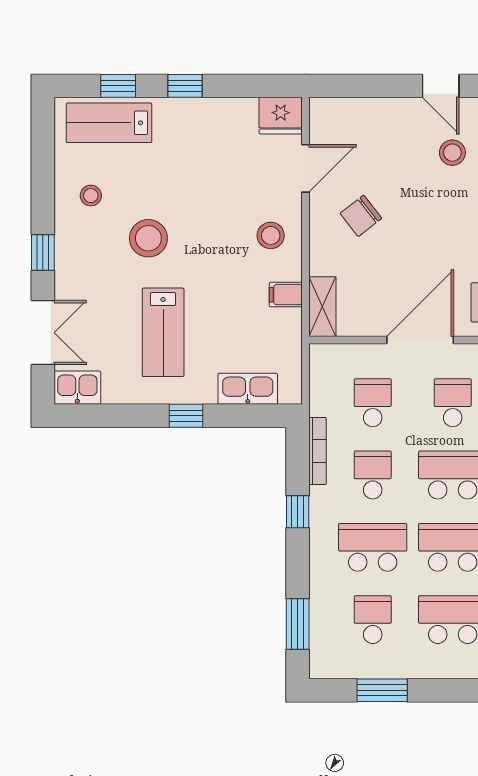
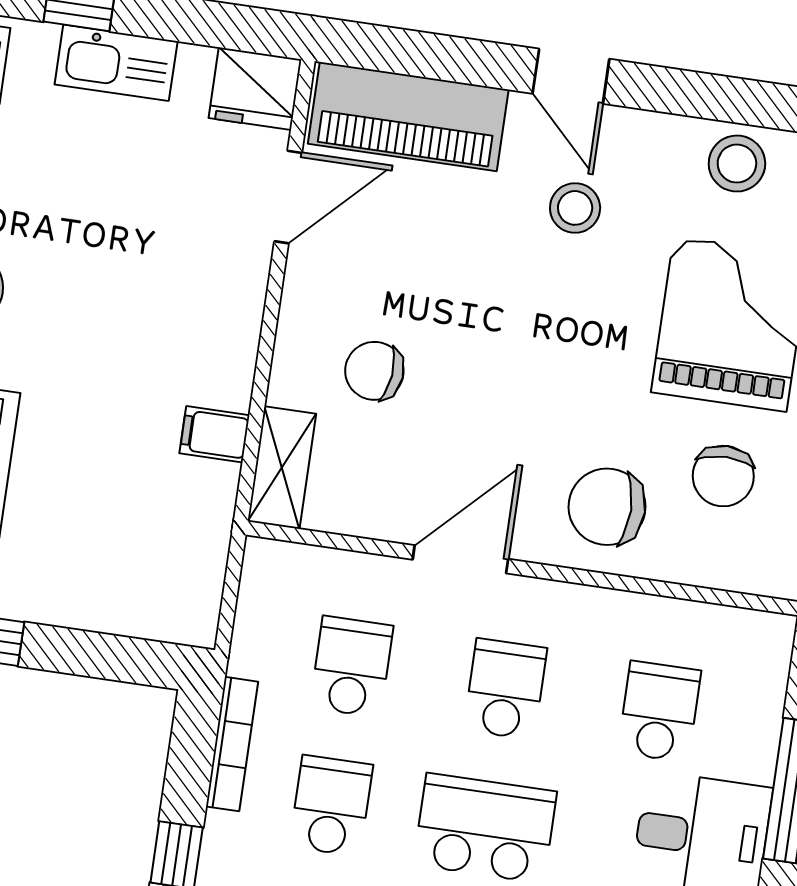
piano: (361, 118) -> (408, 117), added
chair: (361, 216) -> (374, 371), moved, turned 44
stool: (271, 235) -> (202, 316), removed
door: (420, 340) -> (460, 559), width x0.73
kitchen sink: (248, 389) -> (116, 63), moved, turned 180

